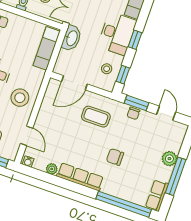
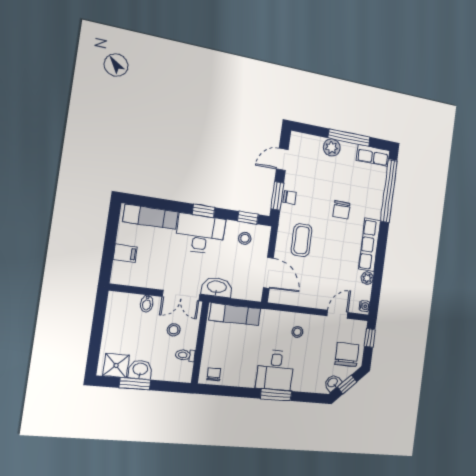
stool: (20, 98) -> (297, 332), width x0.53, depth x0.53

